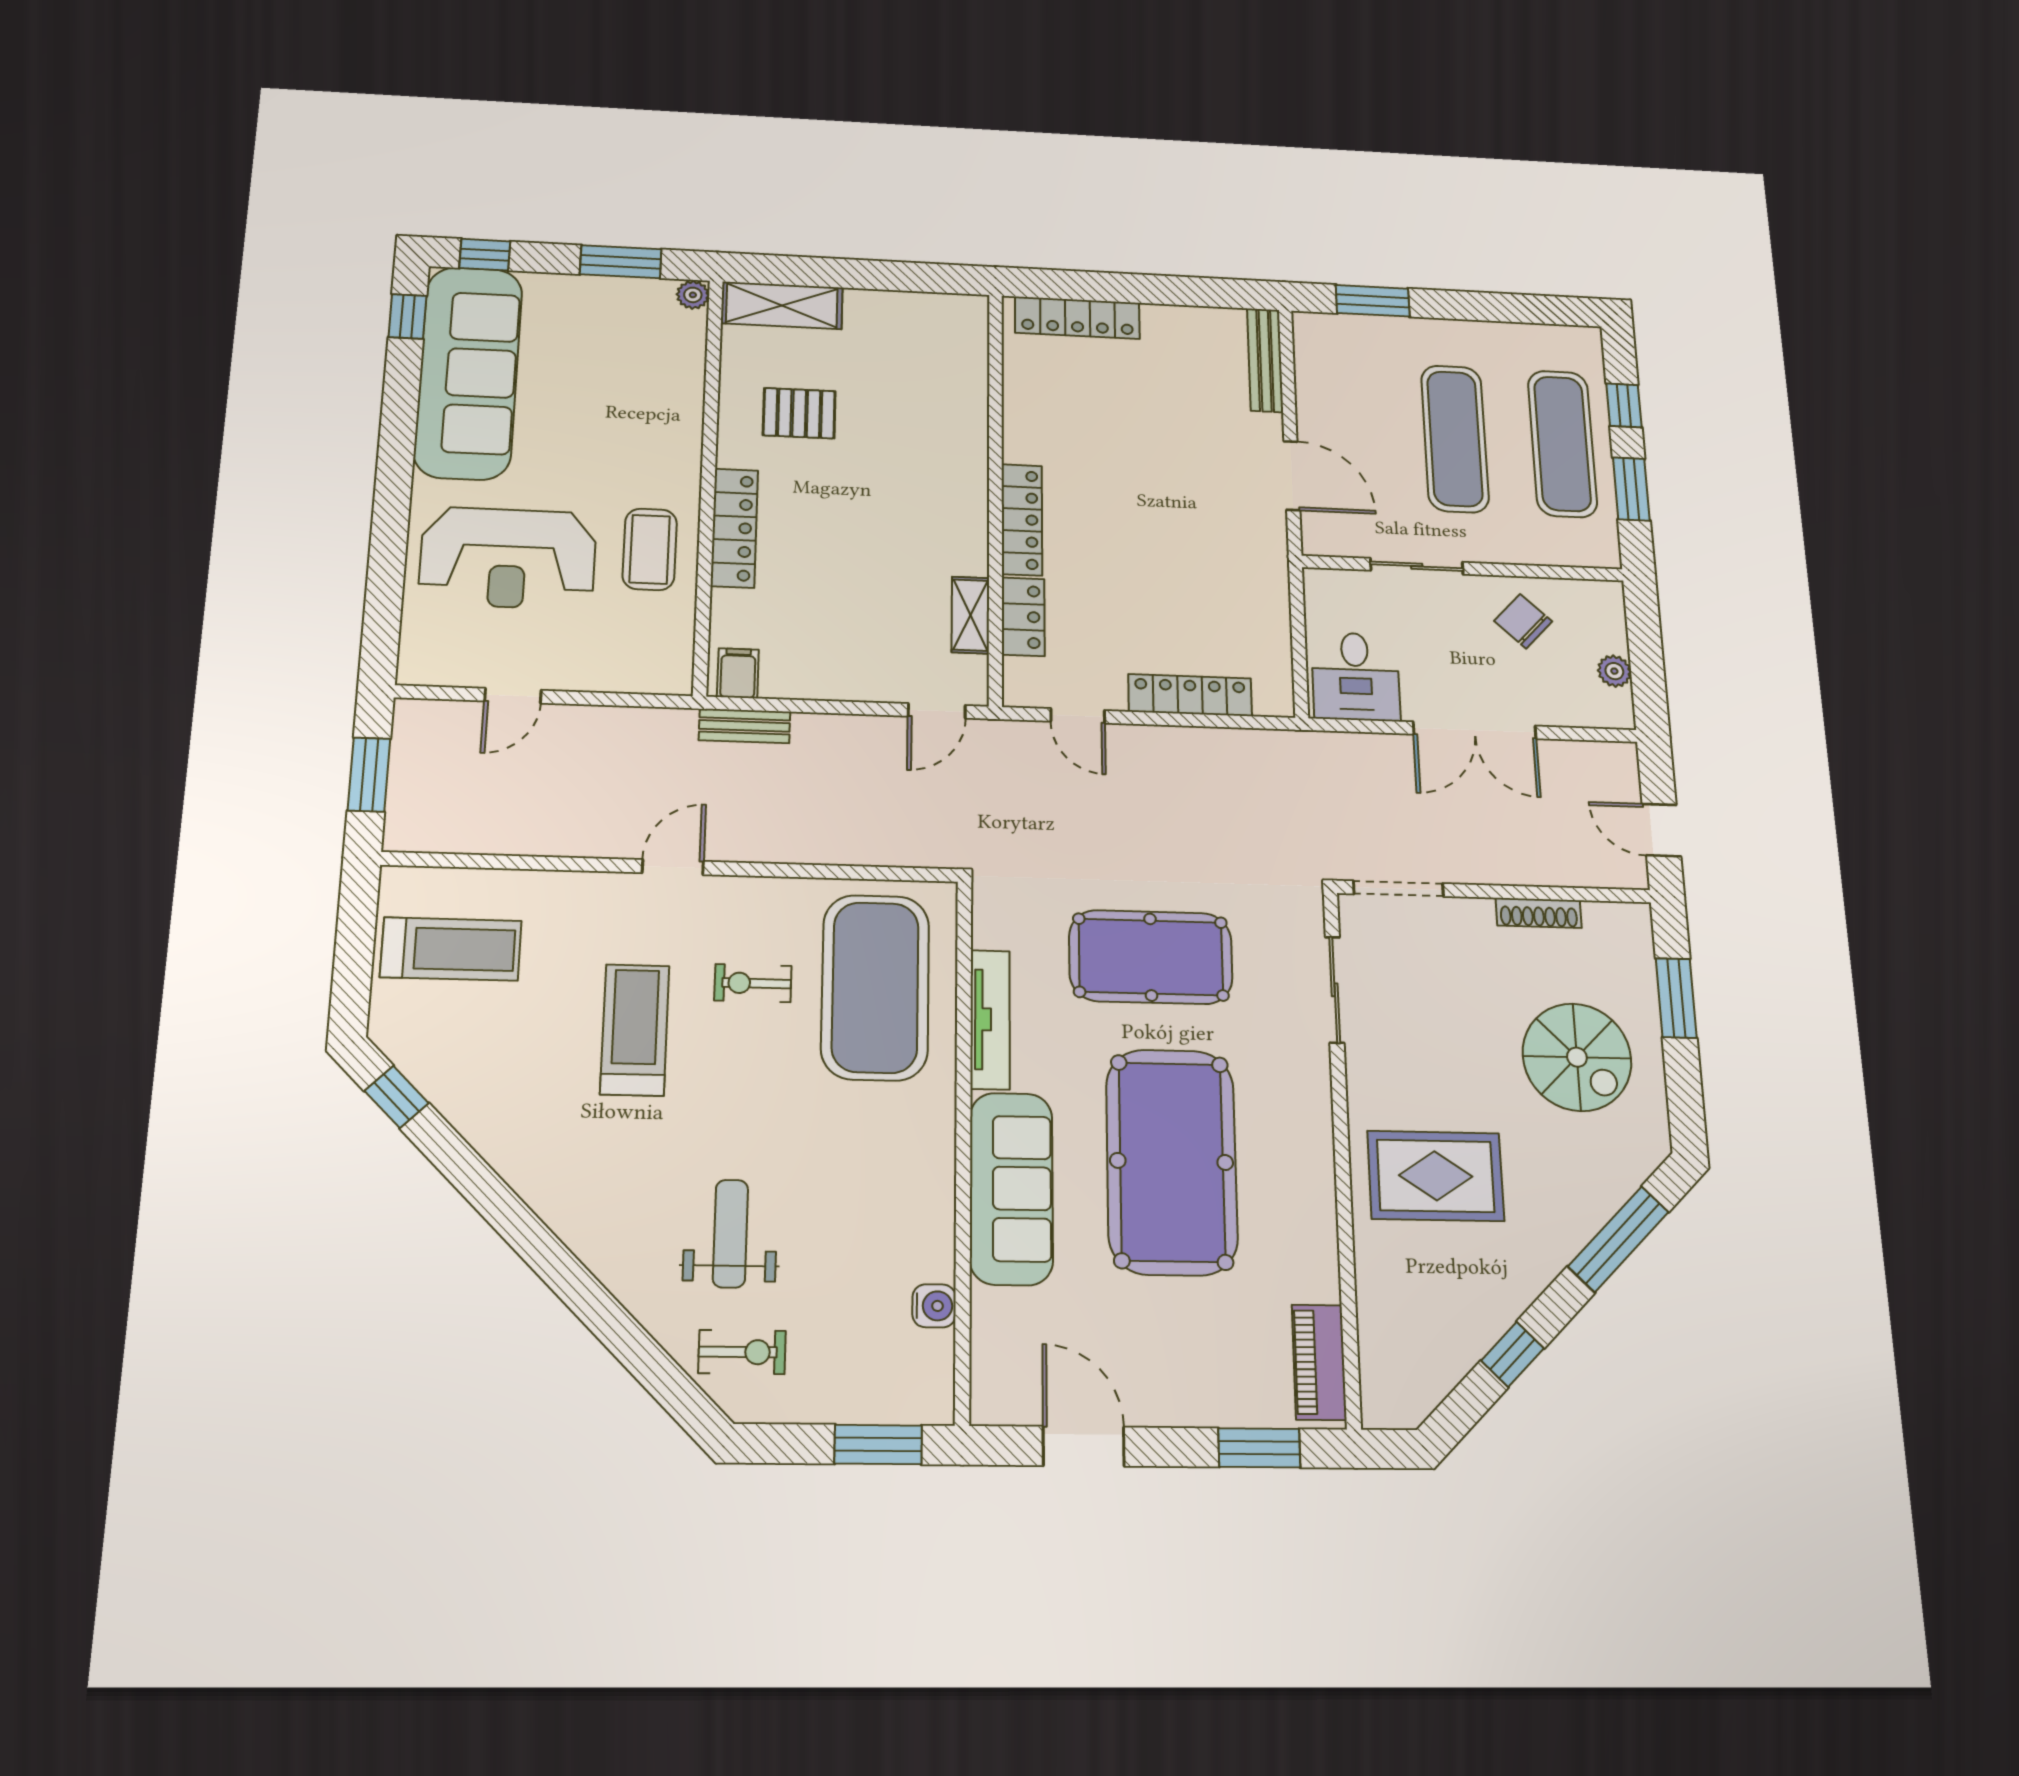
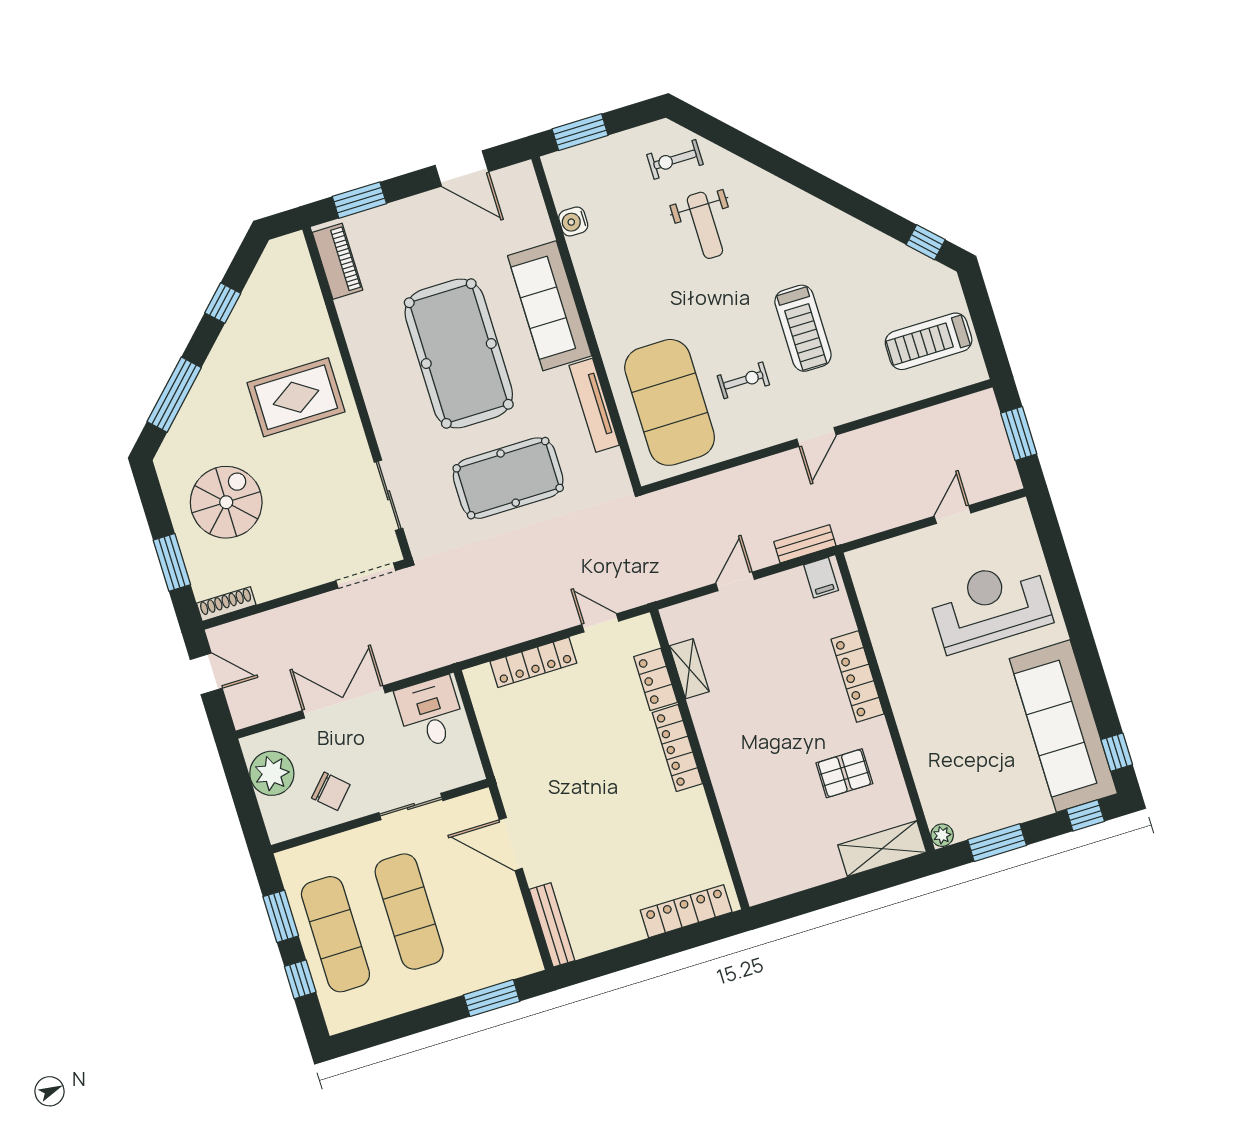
coffee table: (650, 549) -> (905, 643), removed
plant: (1614, 671) -> (272, 773), width x1.87, depth x1.87
door: (937, 711) -> (735, 581), moved
shoe rack: (1539, 913) -> (226, 604), moved
spiral stairs: (1577, 1057) -> (226, 502), turned 90

